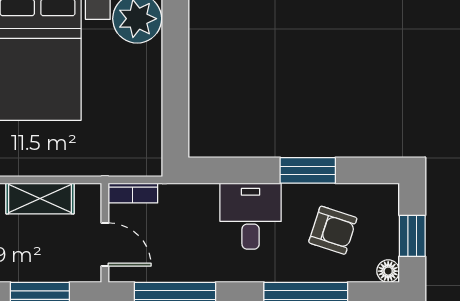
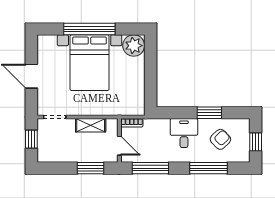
armchair: (333, 230) -> (220, 139), turned -62
floor lamp: (388, 271) -> (245, 157), removed

